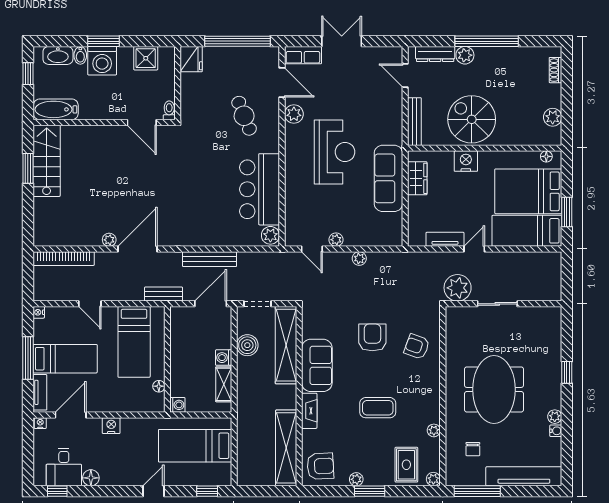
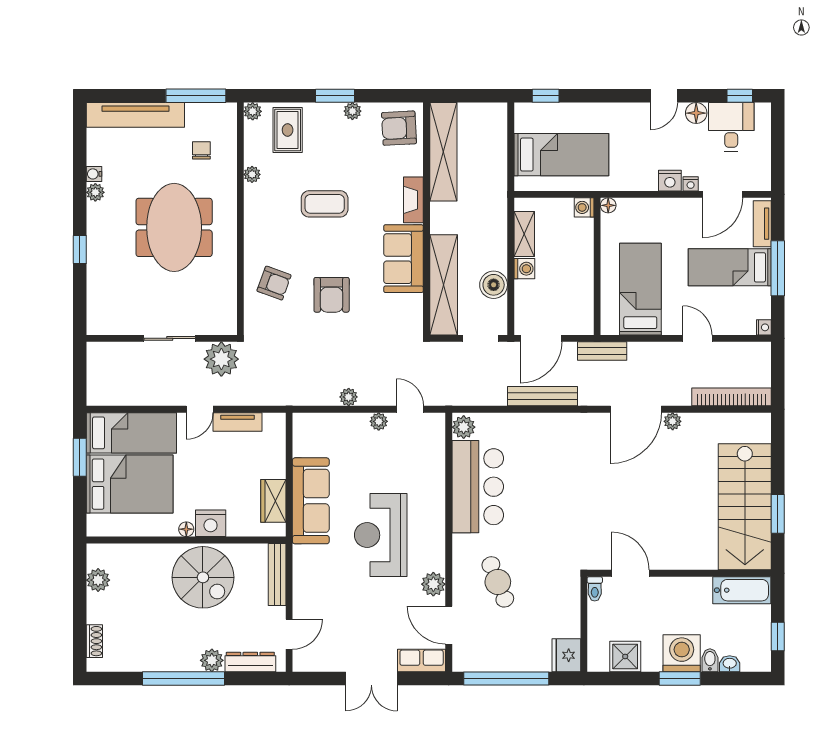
washbasin: (58, 55) -> (730, 664), width x0.52, depth x0.69
door: (405, 75) -> (289, 634), hinge flipped
floor lamp: (546, 156) -> (186, 529), moved
stairs: (47, 161) -> (745, 507), width x1.36, depth x1.51
floor lamp: (159, 386) -> (608, 205), moved
nightstand: (40, 423) -> (691, 184), moved
door: (153, 491) -> (664, 96), moved

